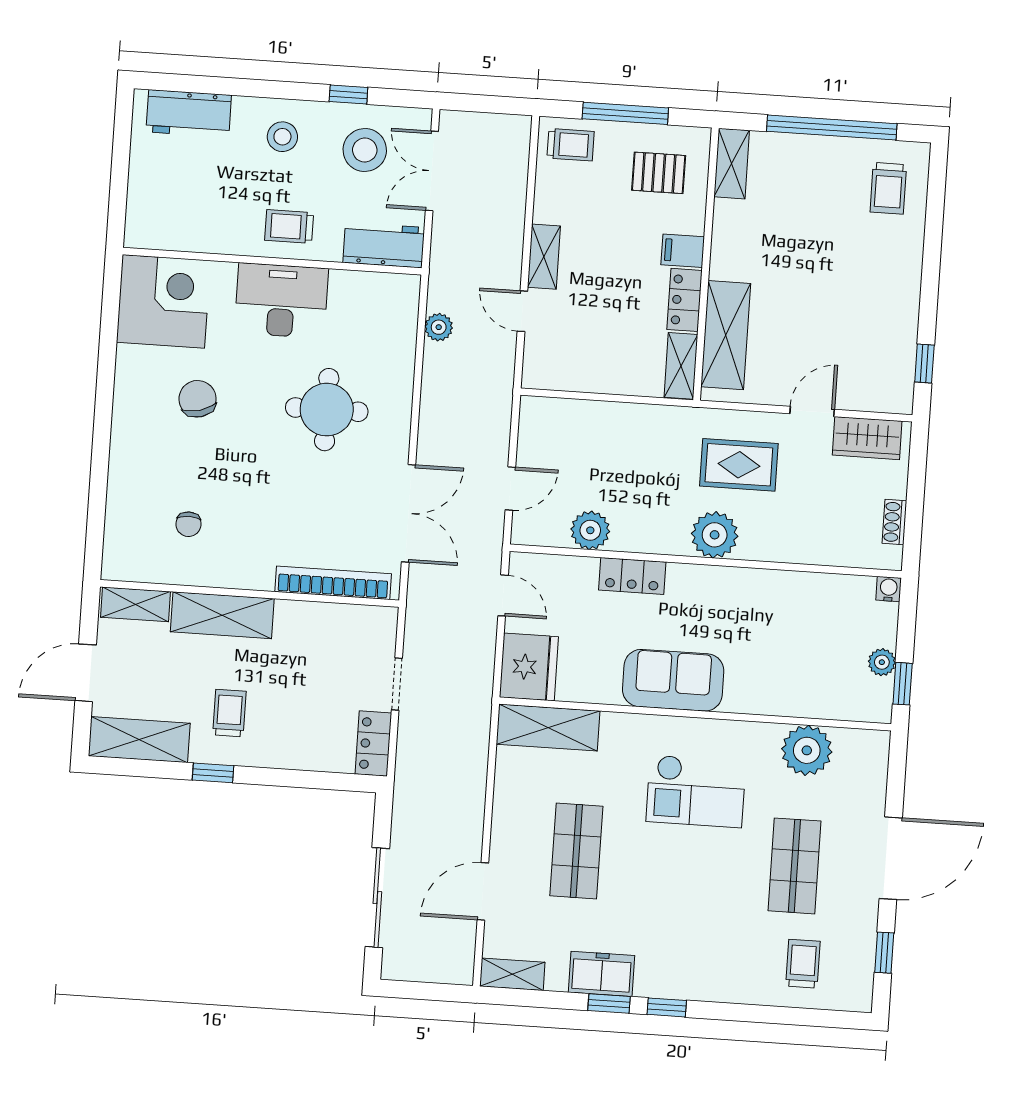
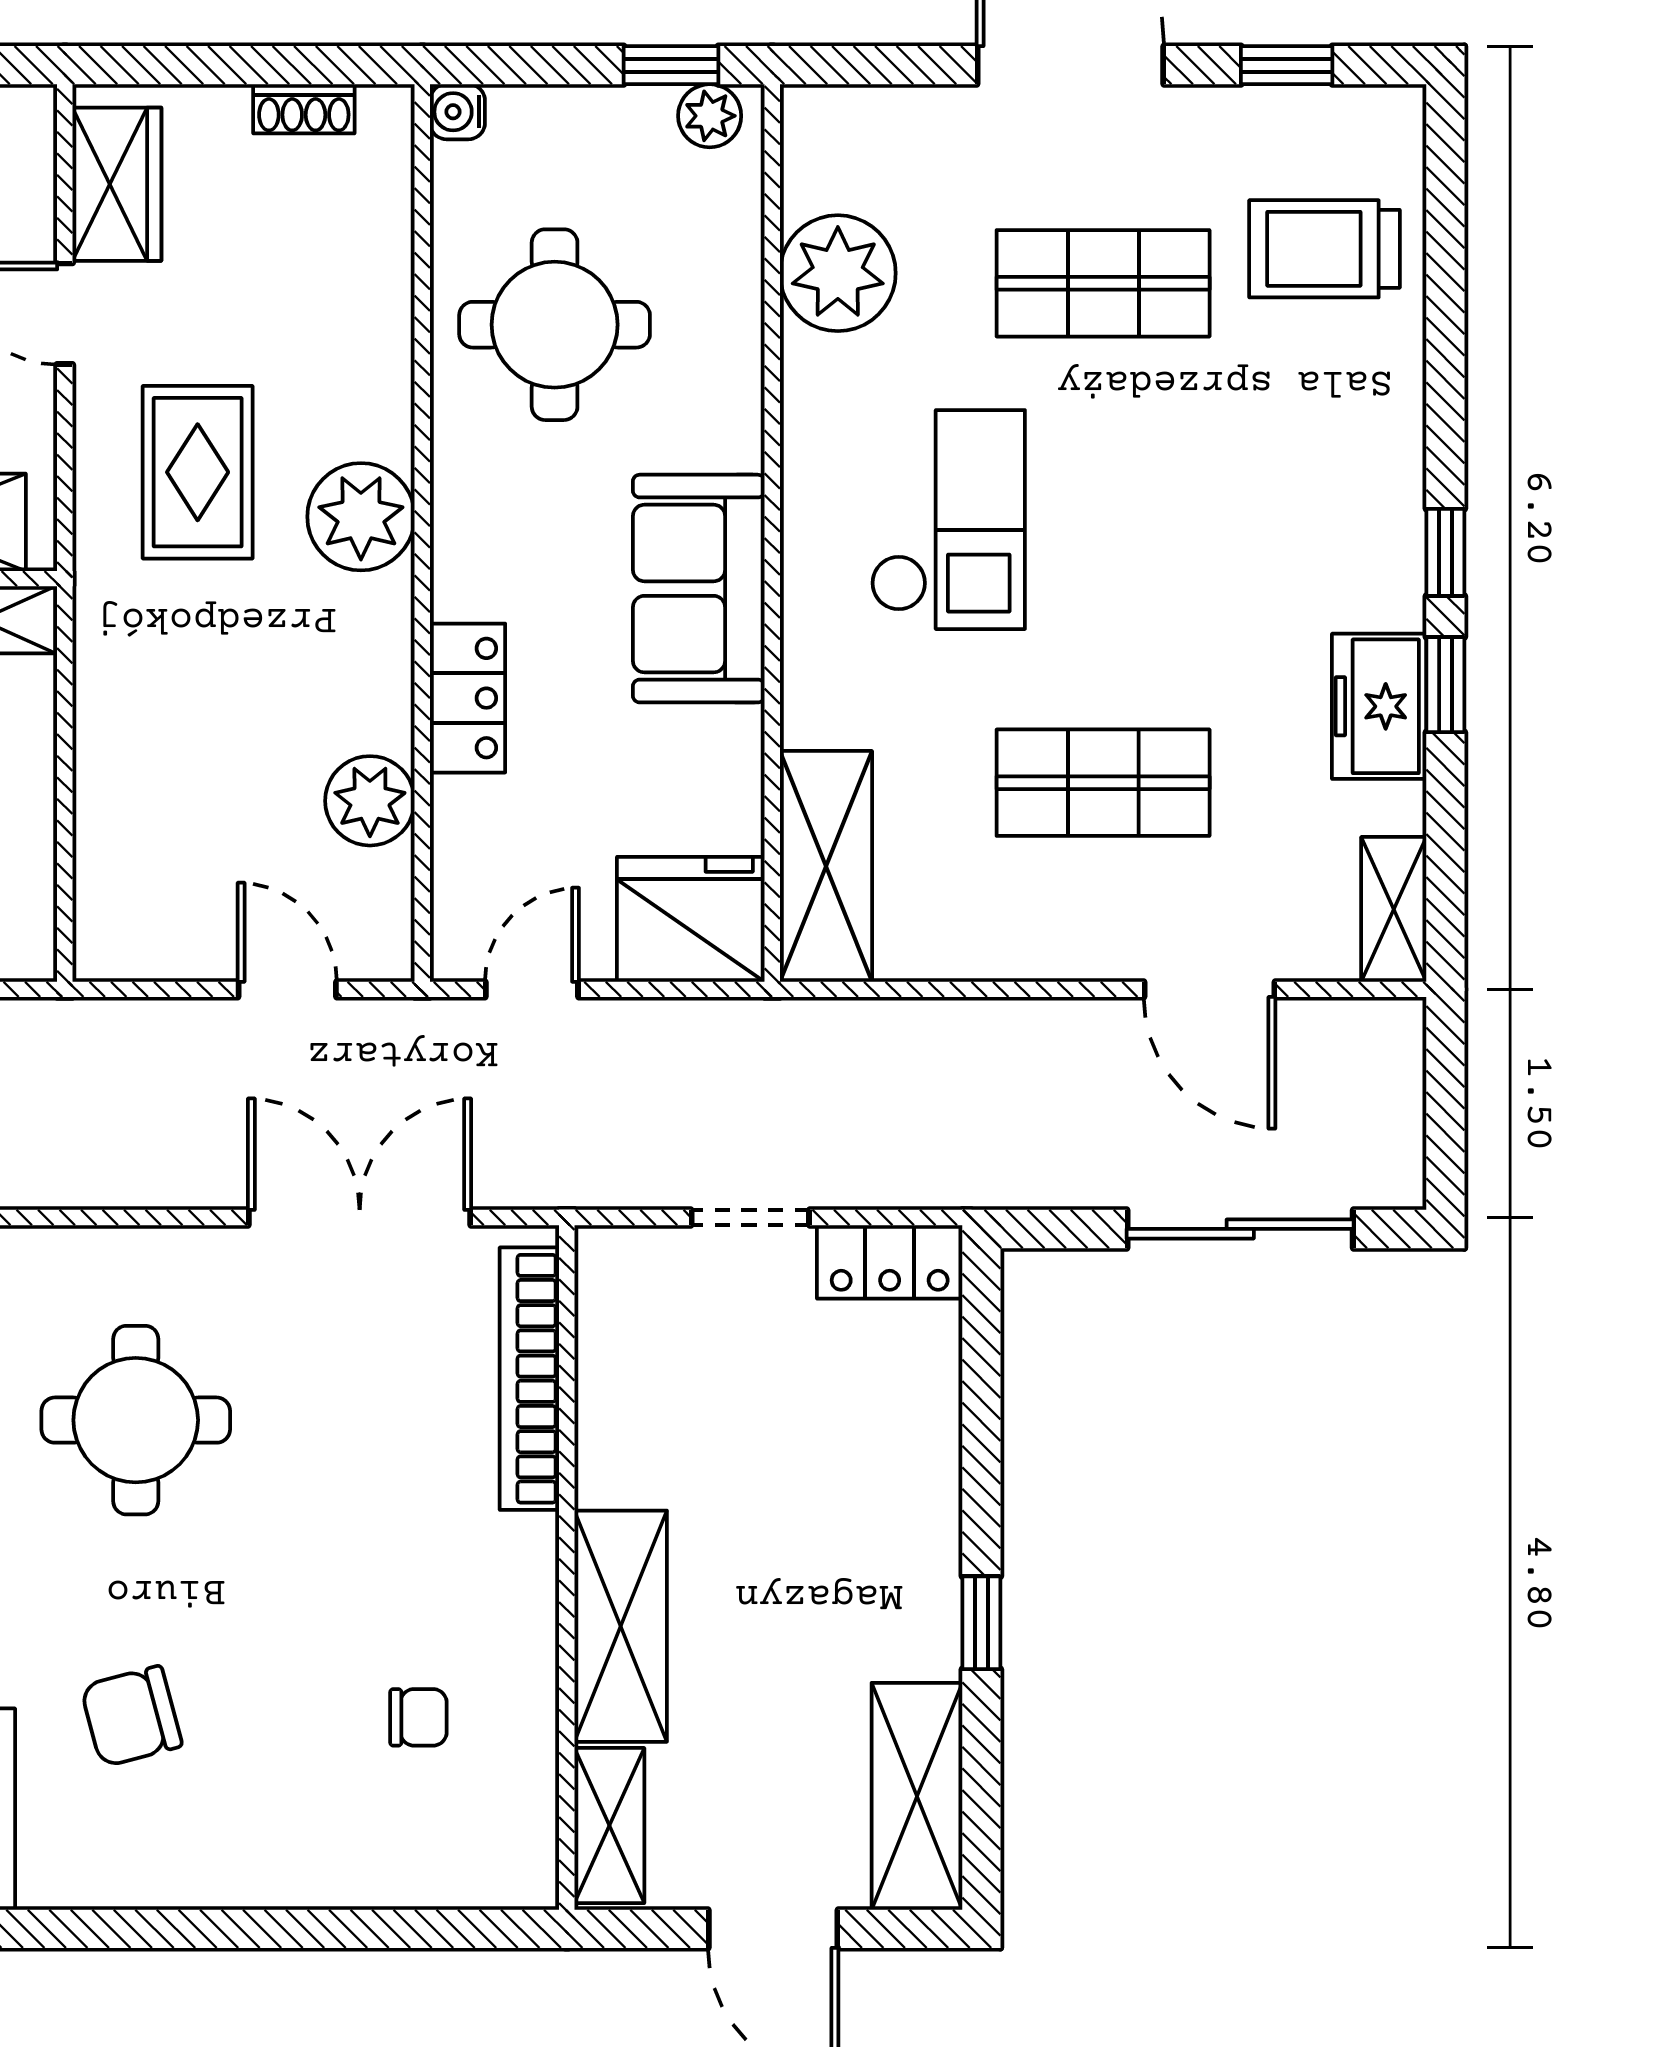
round table: (793, 625) -> (555, 325), added
plant: (882, 662) -> (710, 116), moved
trolley: (229, 713) -> (842, 1595), removed
trolley: (803, 964) -> (1324, 249), width x1.36, depth x1.39

